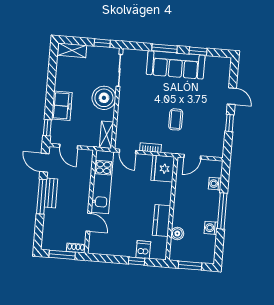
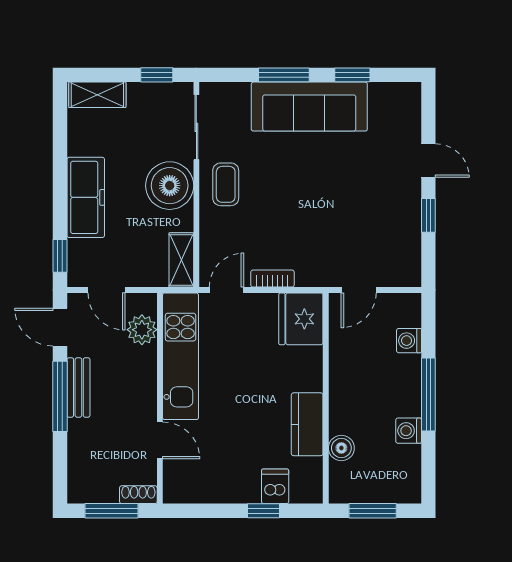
freezer: (62, 106) -> (86, 197), width x1.40
coffee table: (176, 119) -> (226, 184), moved
door: (128, 151) -> (227, 290), swing flipped
plant: (84, 167) -> (142, 330), added

